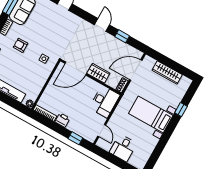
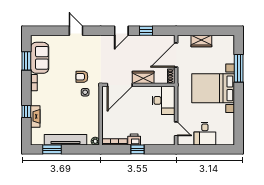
door: (102, 25) -> (121, 31), swing flipped
armchair: (21, 45) -> (82, 77), moved
wardrobe: (167, 72) -> (201, 41), width x0.67
window: (181, 110) -> (239, 68), width x2.17
bed with nightstands: (151, 114) -> (213, 88), width x1.36
window: (75, 138) -> (138, 149), moved

